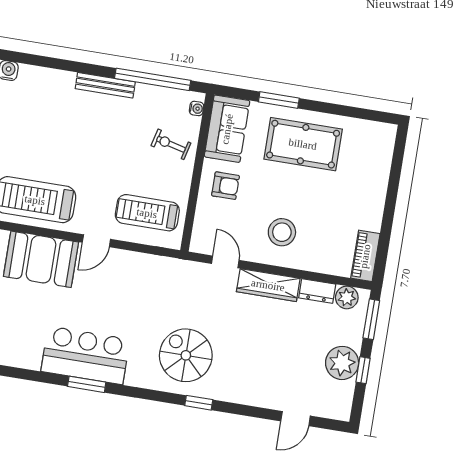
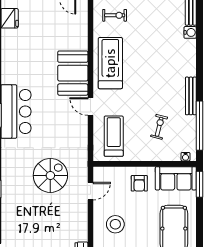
window: (279, 100) -> (200, 184), moved
exercise bike: (171, 144) -> (159, 127), moved
wardrobe: (268, 285) -> (80, 221), removed
spiral stairs: (186, 355) -> (50, 175), moved

